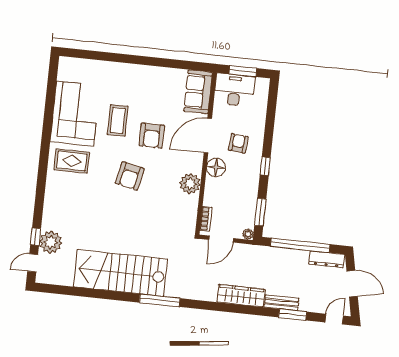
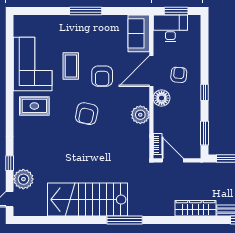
window: (141, 60) -> (86, 11), added
plant: (248, 234) -> (196, 154), removed
window: (36, 237) -> (10, 163), moved
door: (221, 239) -> (173, 160), swing flipped

